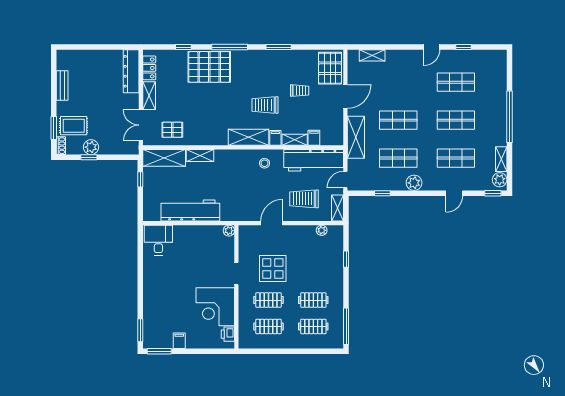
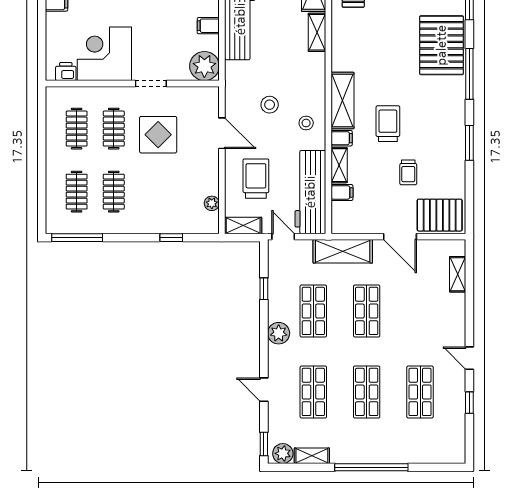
stool: (251, 189) -> (270, 105), added
plant: (229, 231) -> (204, 66), width x1.87, depth x1.87
filing cabinet: (195, 233) -> (208, 26), added

